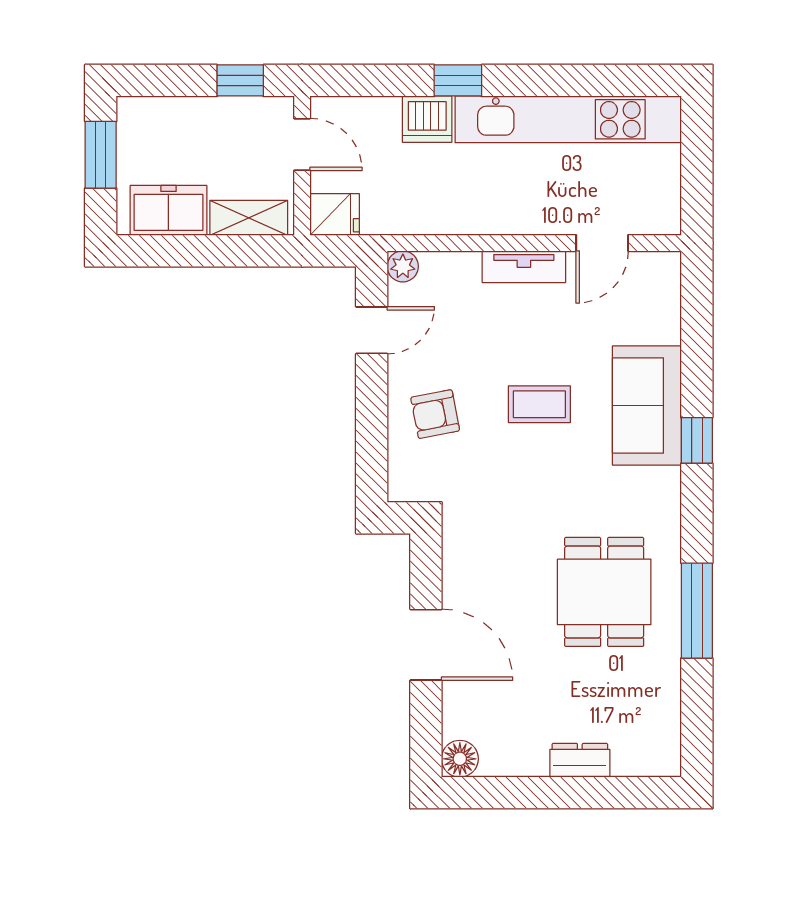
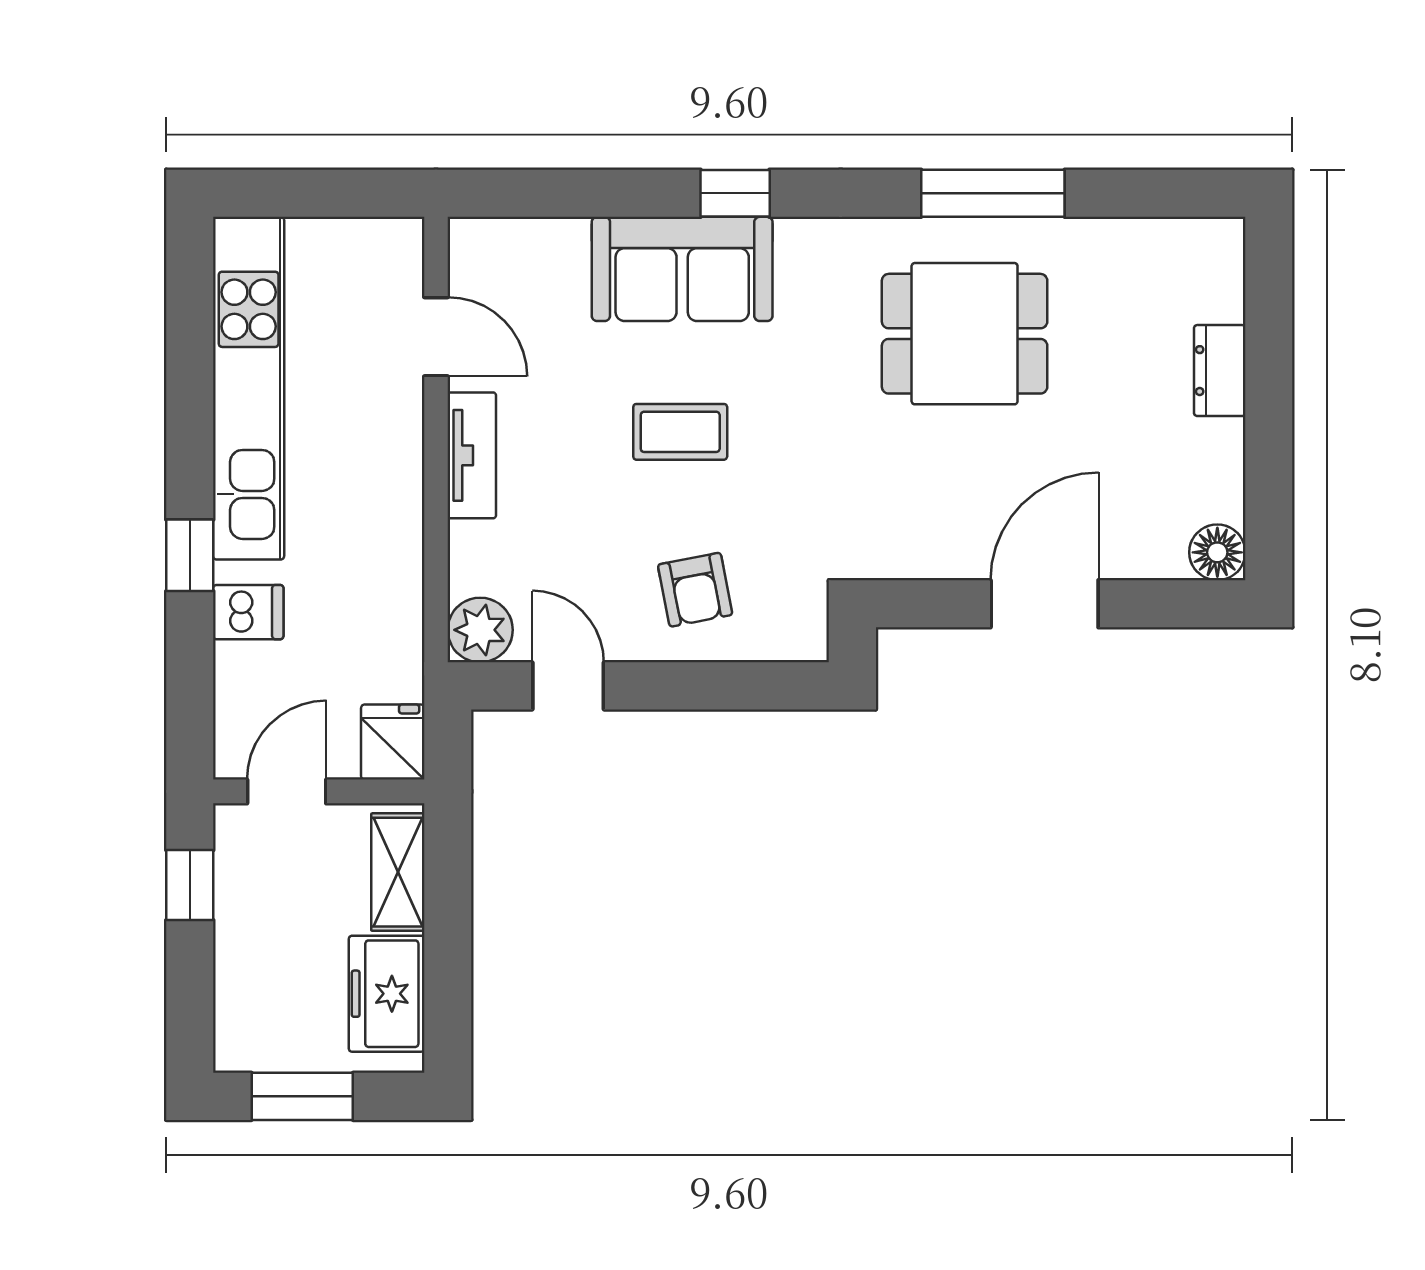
dishwasher: (427, 119) -> (248, 612), width x0.73
plant: (403, 266) -> (480, 630), width x1.38, depth x1.38
coffee table: (539, 404) -> (680, 432), turned 90

